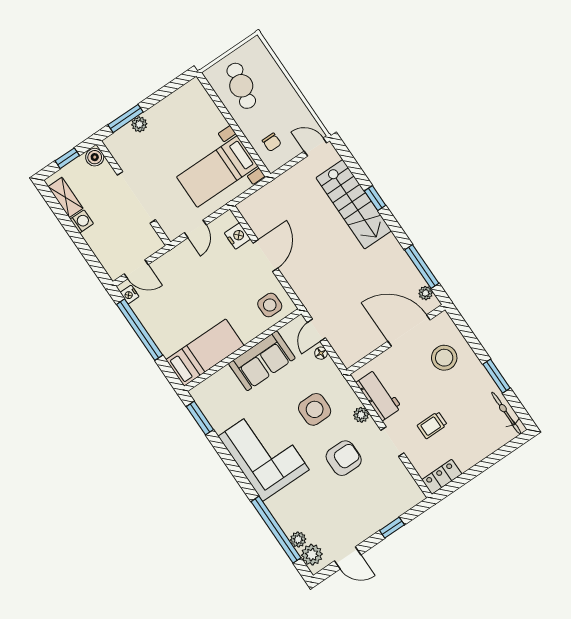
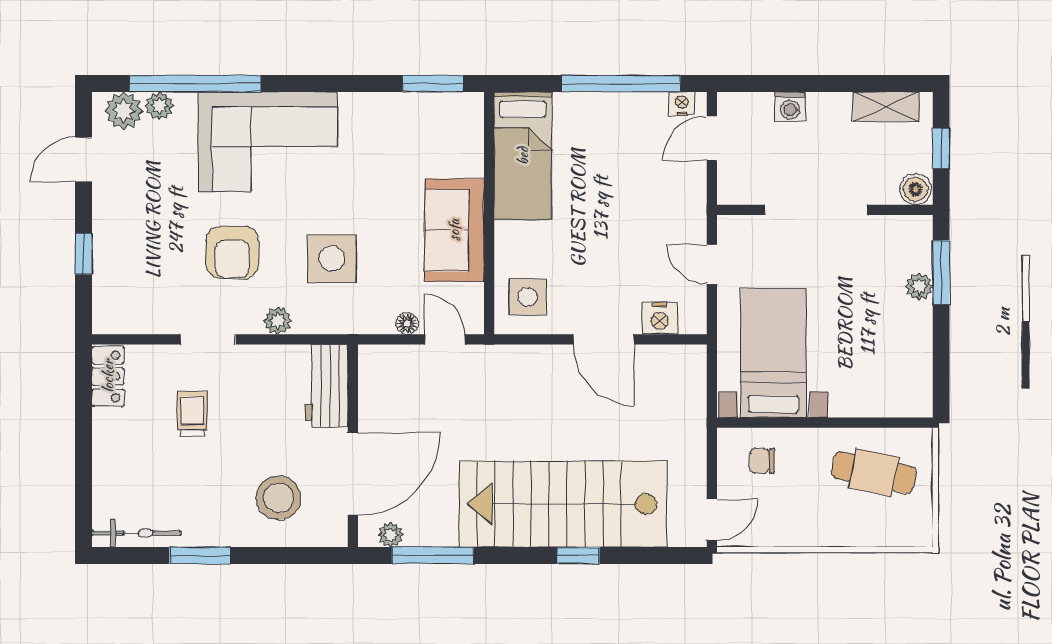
stairs: (354, 204) -> (563, 504), width x1.36, depth x1.51
washing machine: (82, 221) -> (790, 107), moved
workbench: (379, 395) -> (326, 386), moved, turned 90
corner sofa: (264, 453) -> (268, 141), moved

